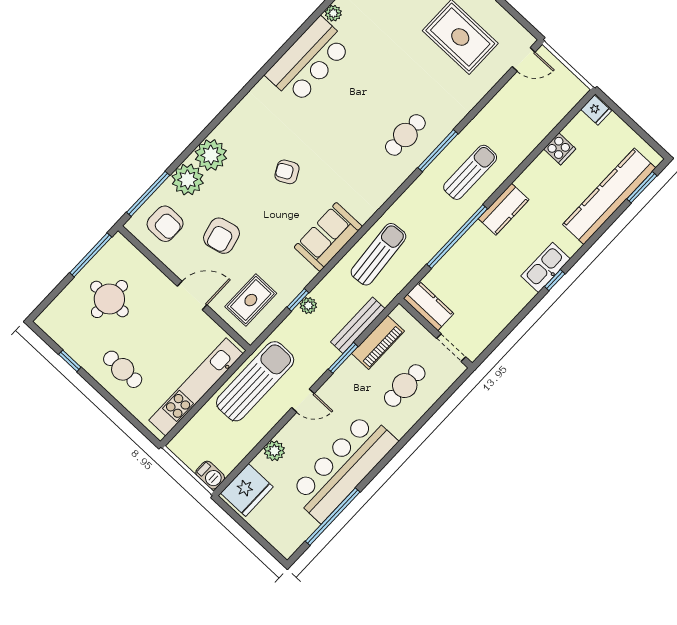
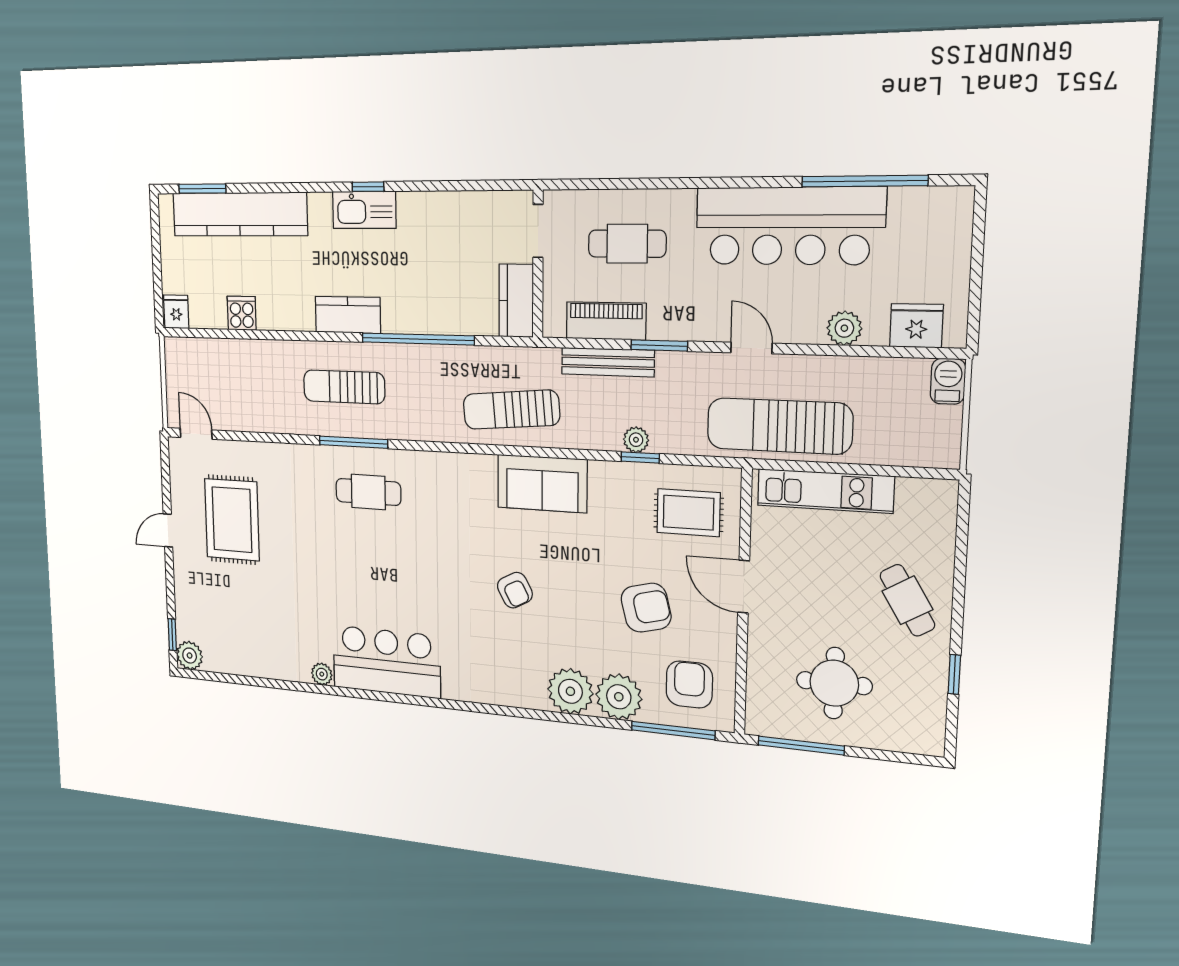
cafe table: (123, 369) -> (907, 600), turned -31
kitchen unit: (196, 387) -> (825, 491), width x0.73
fridge: (247, 490) -> (916, 326), width x0.73, depth x0.75

